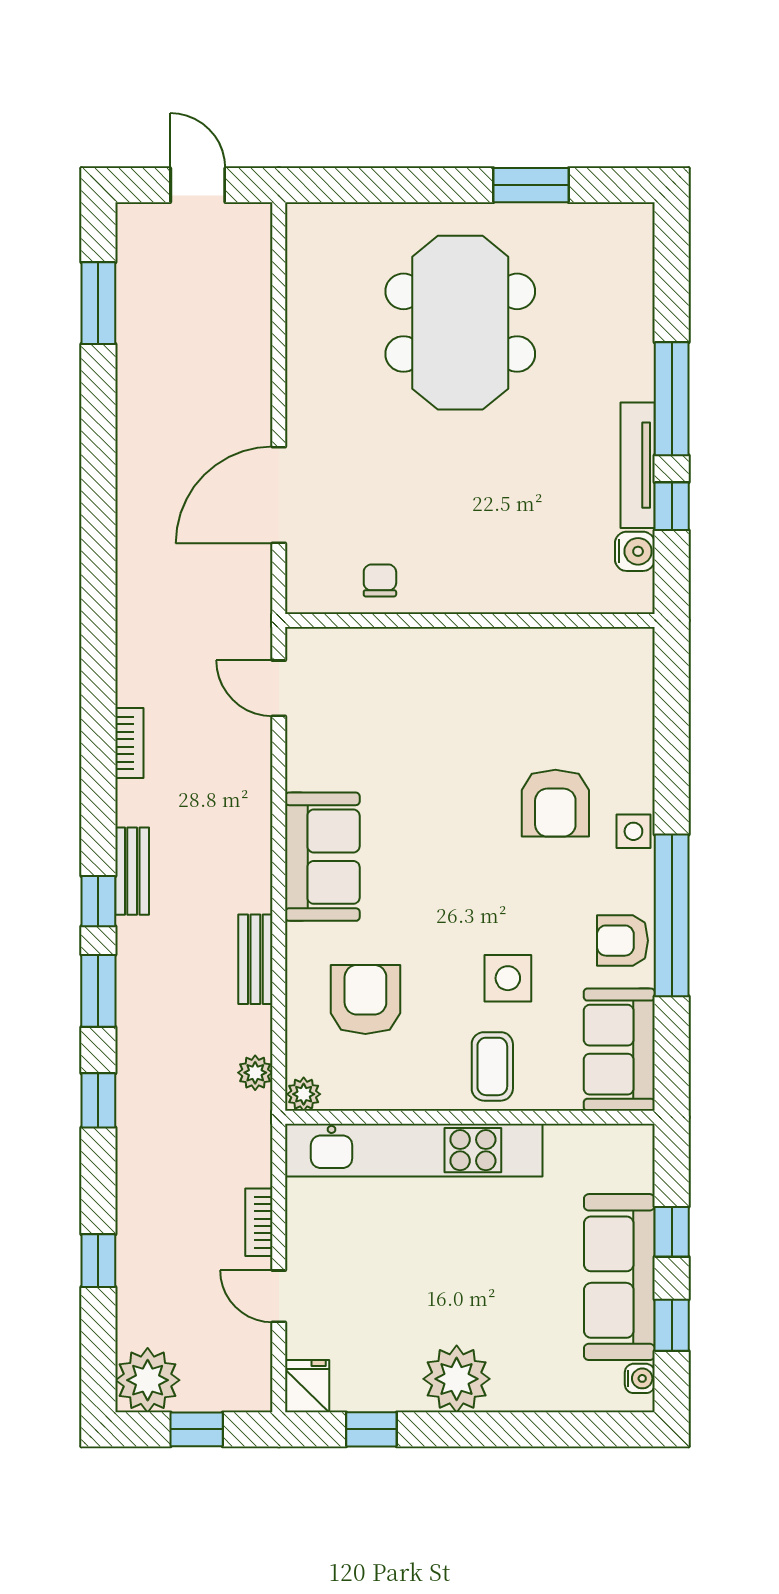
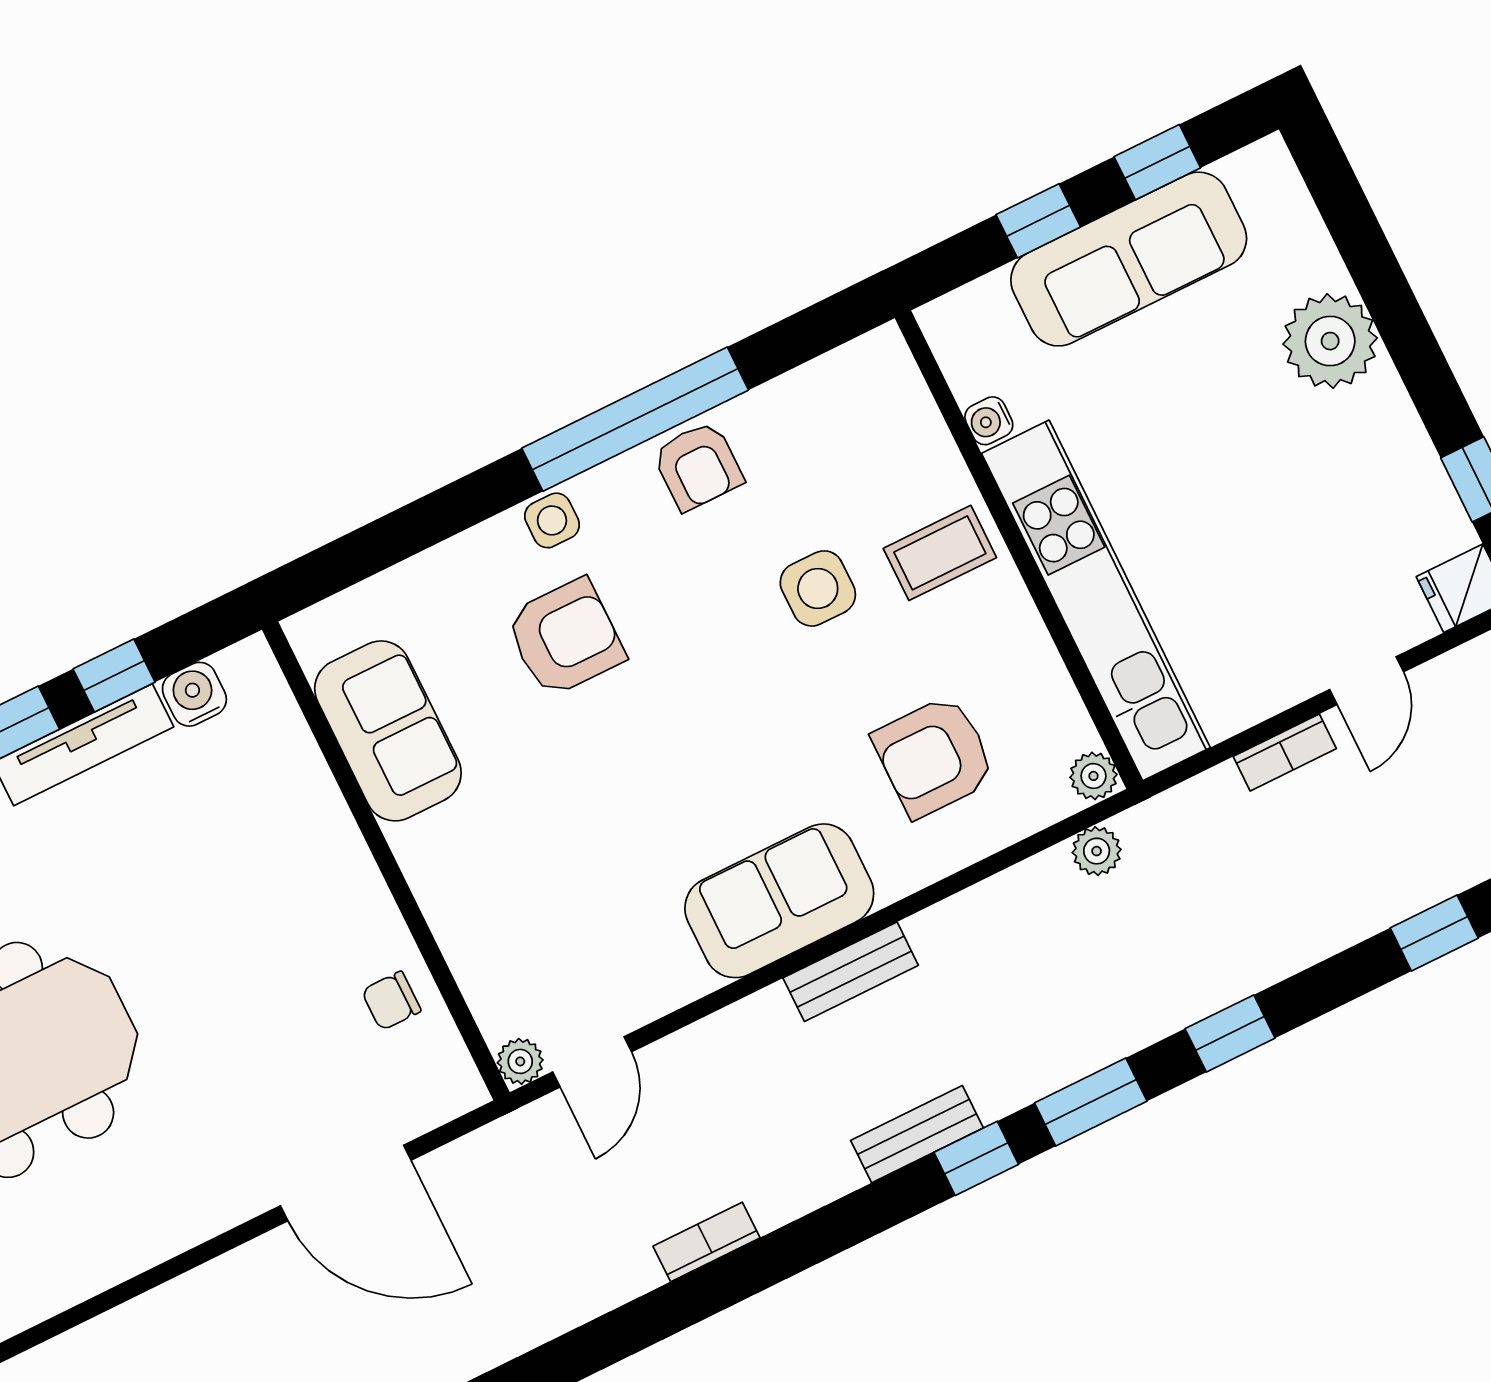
plant: (301, 643) -> (520, 1061), added
bookcase: (129, 743) -> (706, 1242), moved
bench: (255, 959) -> (851, 972), moved
sofa: (619, 1050) -> (388, 731), moved, turned -90
water cooler: (640, 1378) -> (989, 421), moved, turned -90
plant: (457, 1379) -> (1330, 341), moved

